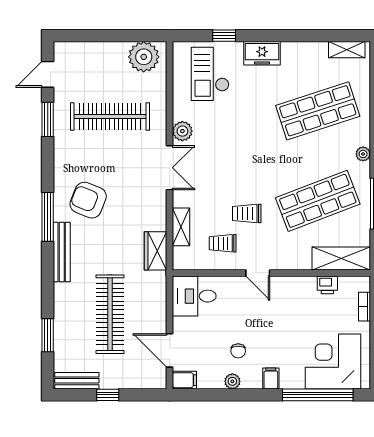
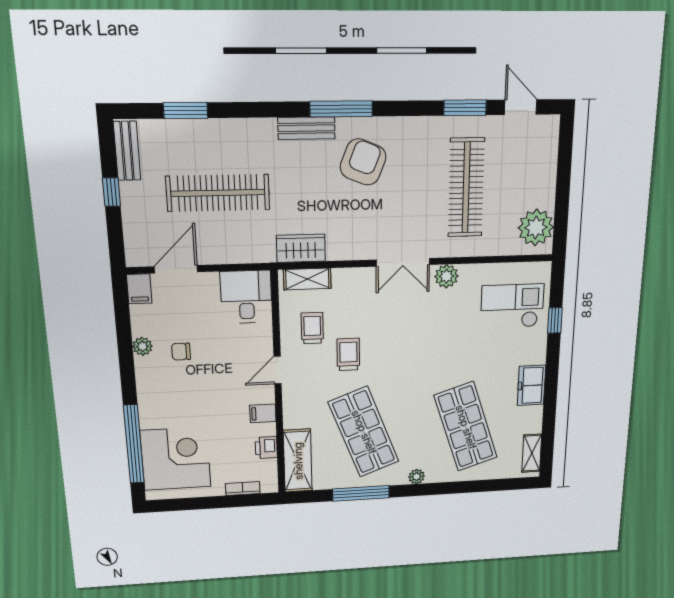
freezer: (262, 53) -> (531, 385), moved
shelving: (181, 227) -> (307, 279), moved
bench: (62, 252) -> (306, 128), width x0.73
filing cabinet: (271, 378) -> (263, 413), moved, turned 180

